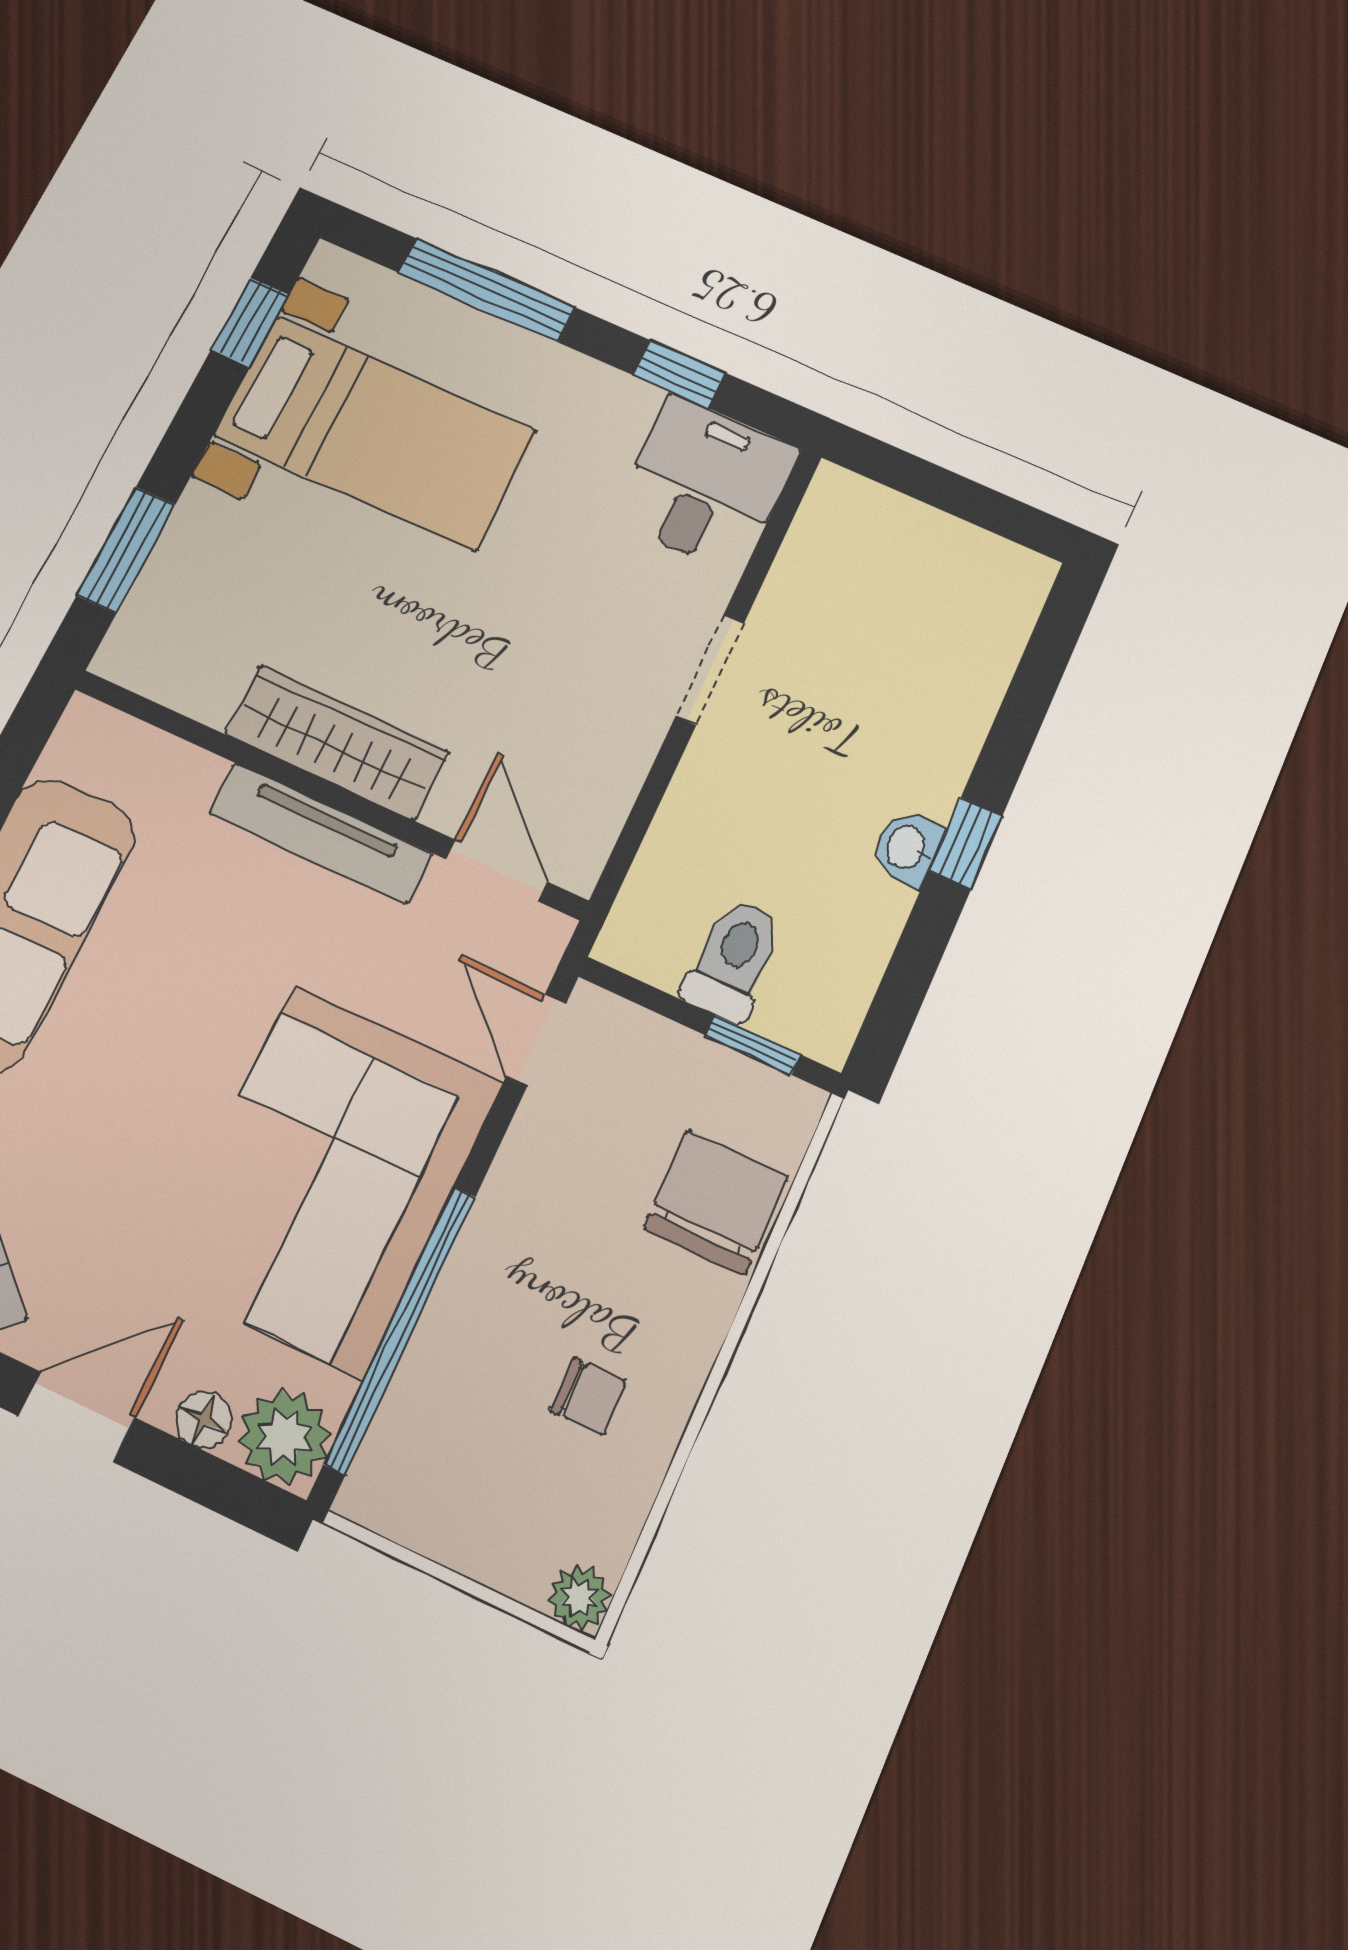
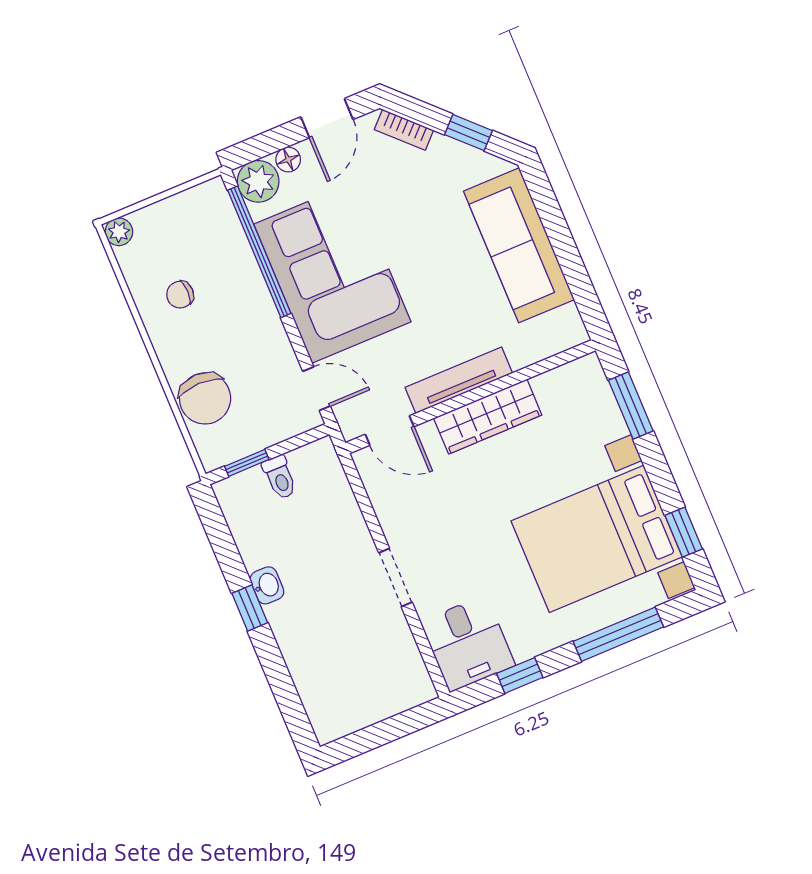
bed with nightstands: (375, 433) -> (597, 539), width x1.36
toilet: (733, 959) -> (280, 477), width x0.73, depth x0.72

